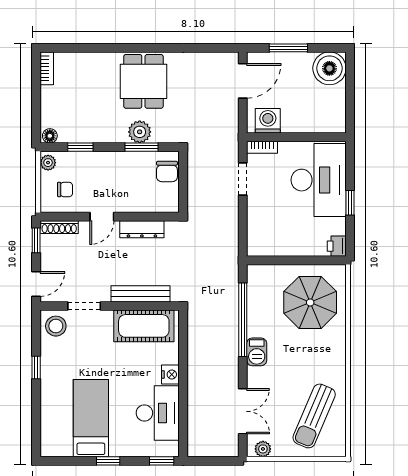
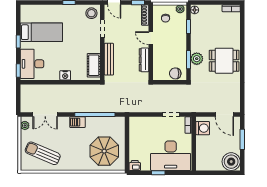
cot: (144, 326) -> (94, 65), width x0.73, depth x0.75
desk: (158, 413) -> (32, 64), moved, turned 90

